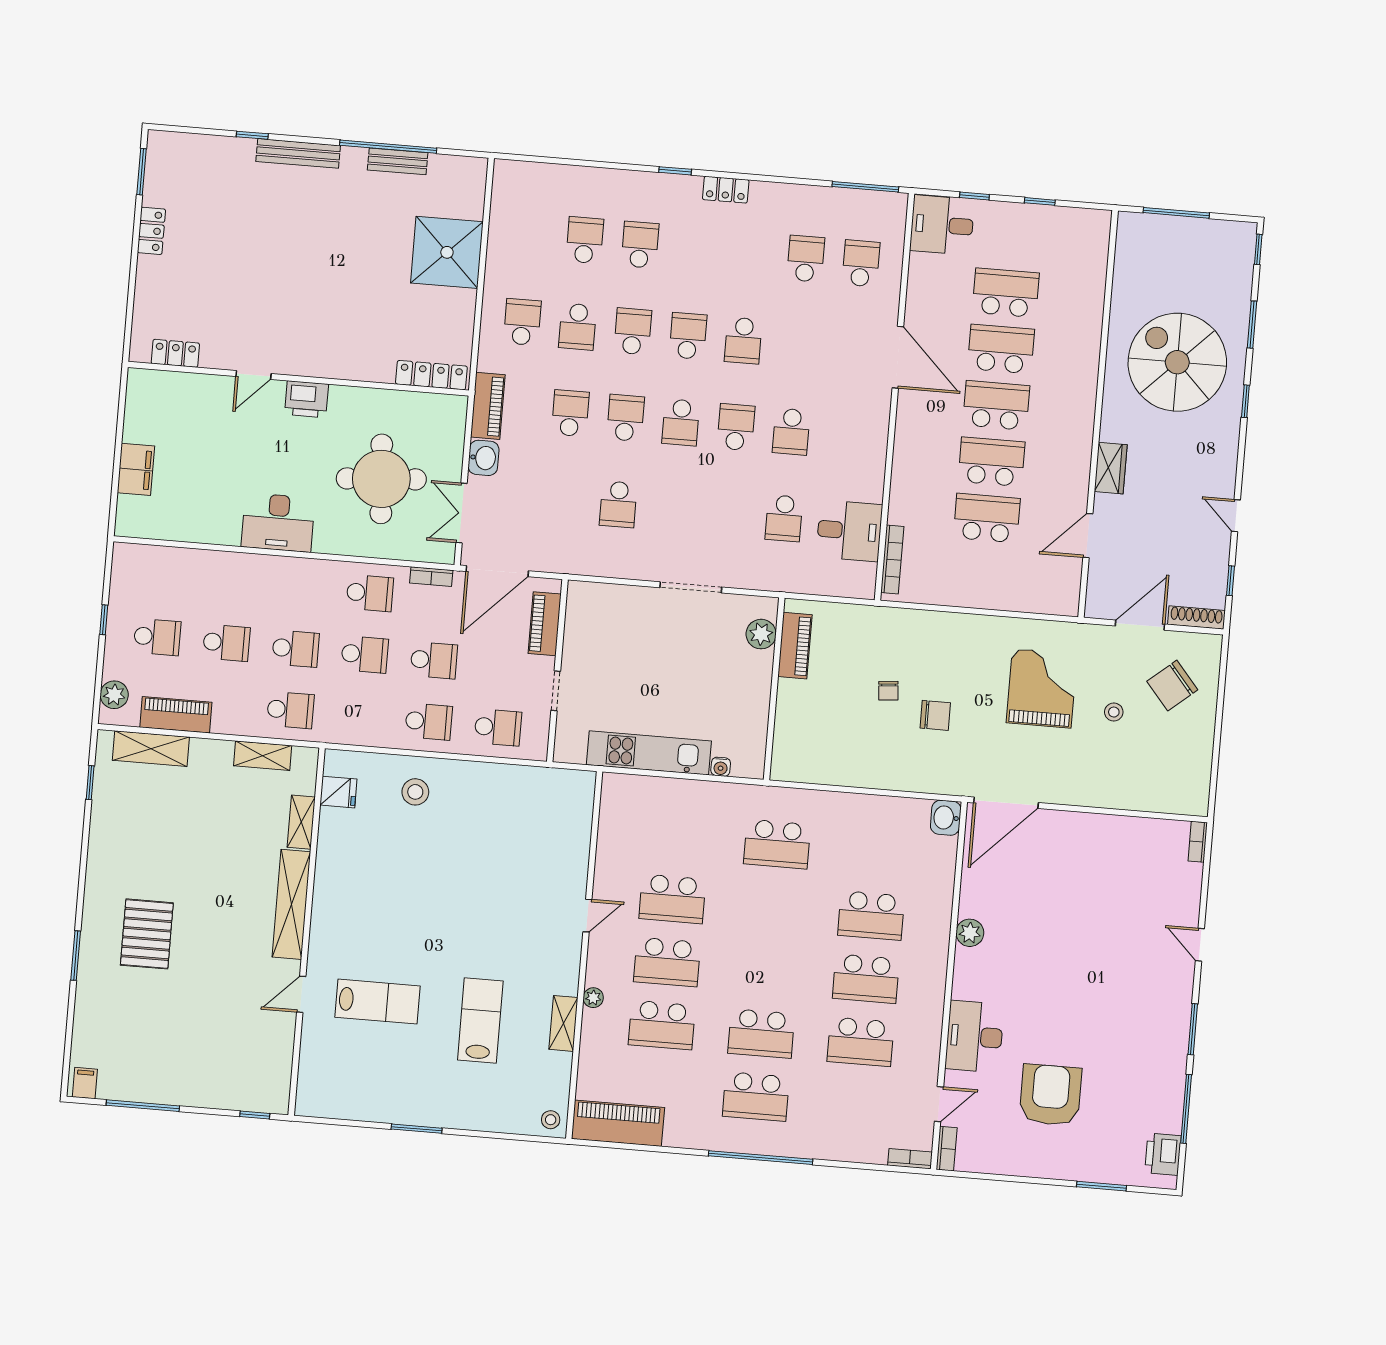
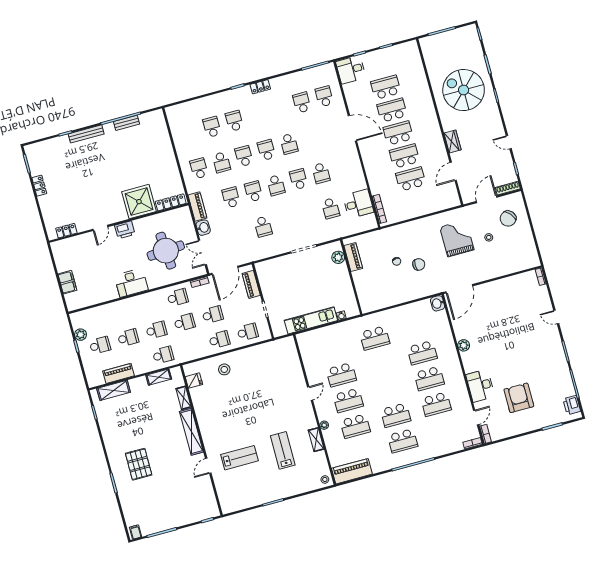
shower: (447, 252) -> (139, 202), moved
plant: (114, 695) -> (80, 335), moved

